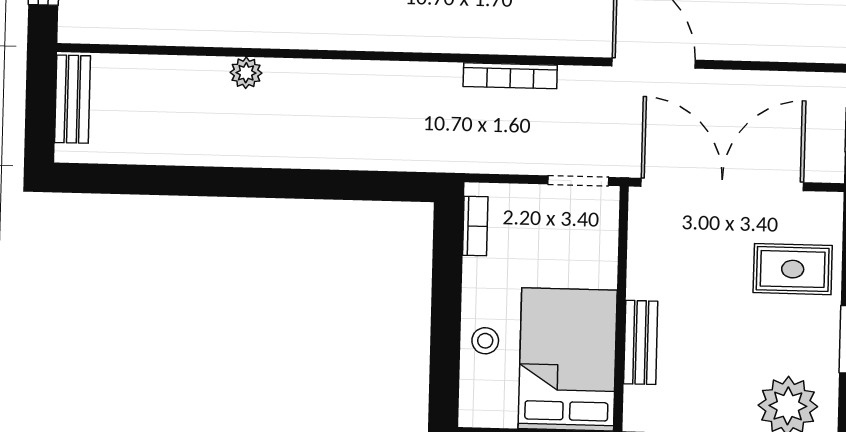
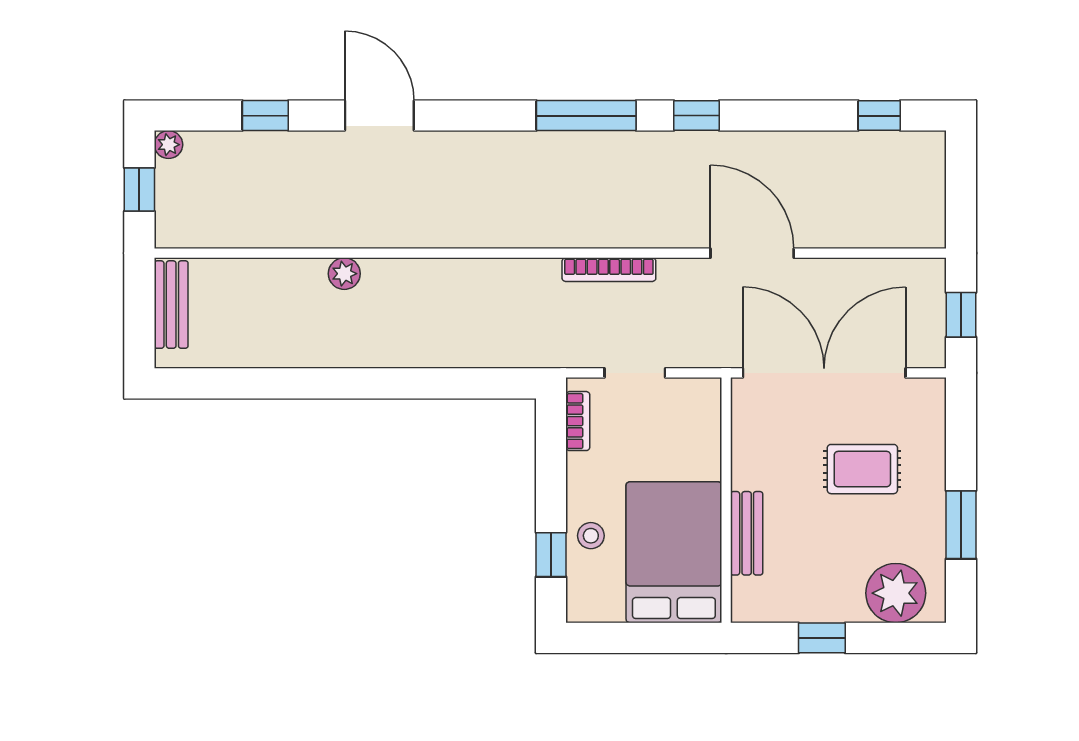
doorway: (578, 181) -> (635, 373), moved
rug: (793, 269) -> (862, 469), moved
window: (445, 359) -> (551, 555), added

